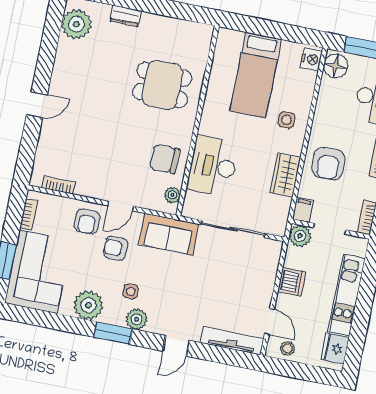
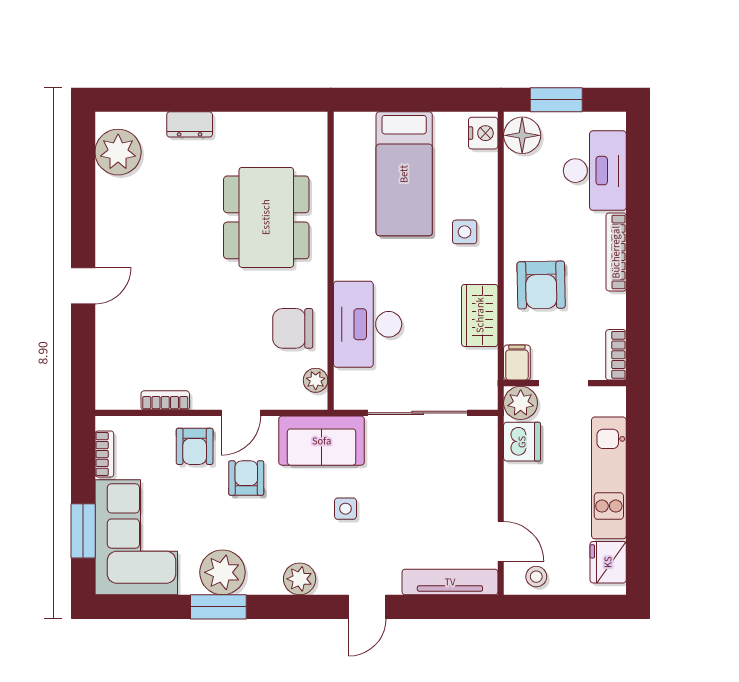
dining table: (162, 85) -> (266, 217), width x1.38
bookcase: (59, 185) -> (165, 400), moved
armchair: (116, 248) -> (246, 478), turned 90
dishwasher: (292, 282) -> (522, 442), moved
side table: (131, 291) -> (345, 509), moved
window: (113, 333) -> (218, 607), moved

